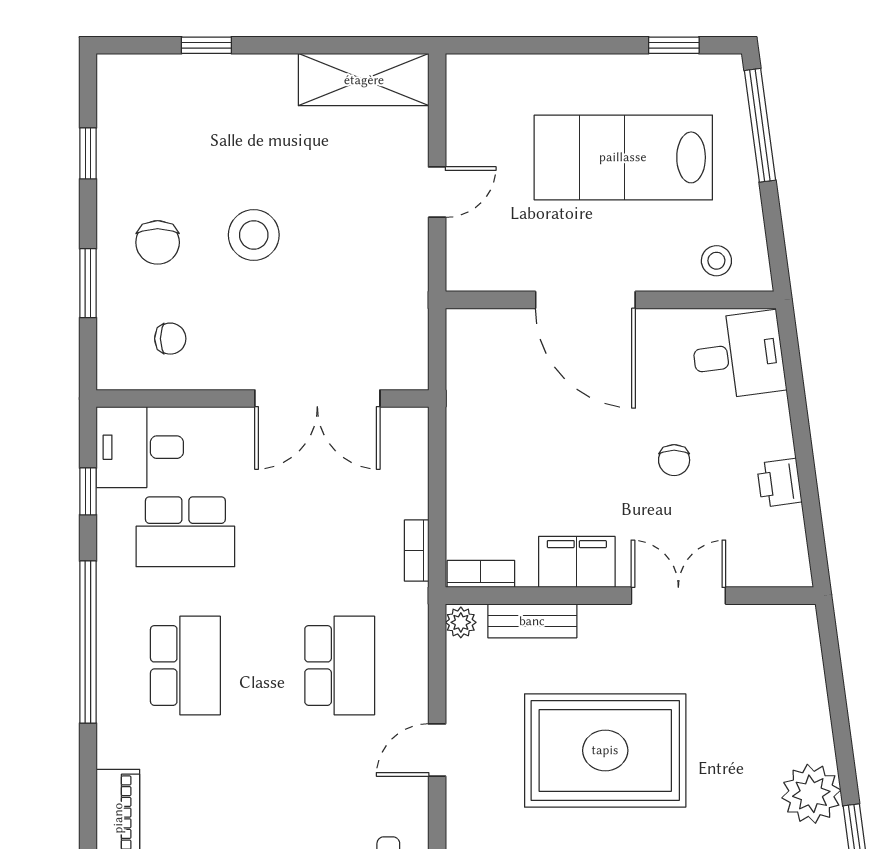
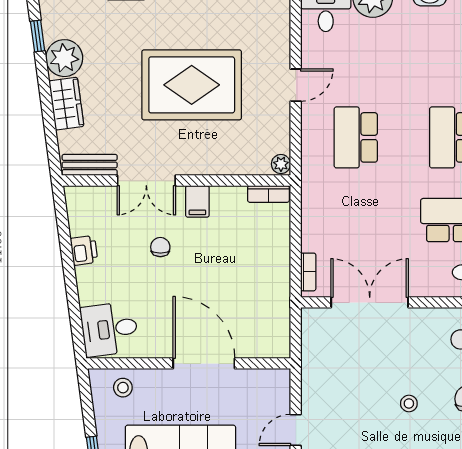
stool: (254, 235) -> (409, 403), width x0.53, depth x0.53
chair: (674, 460) -> (160, 247), moved
bookcase: (417, 551) -> (308, 272), moved
filing cabinet: (577, 562) -> (197, 201), width x0.50
bench: (532, 621) -> (90, 165), moved
wardrobe: (808, 720) -> (66, 104), added

